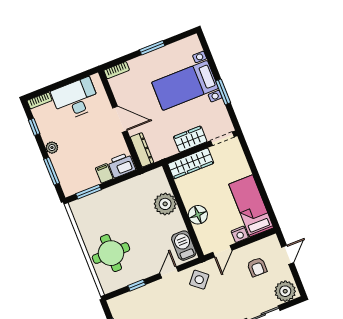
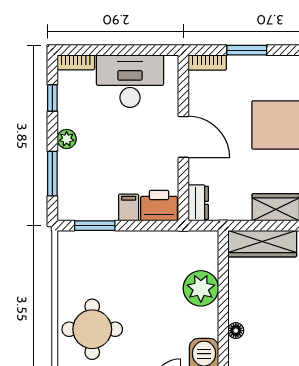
window: (152, 48) -> (247, 50), moved
dresser: (142, 150) -> (198, 203), width x0.70
floor lamp: (198, 215) -> (236, 331), width x0.53, depth x0.53

